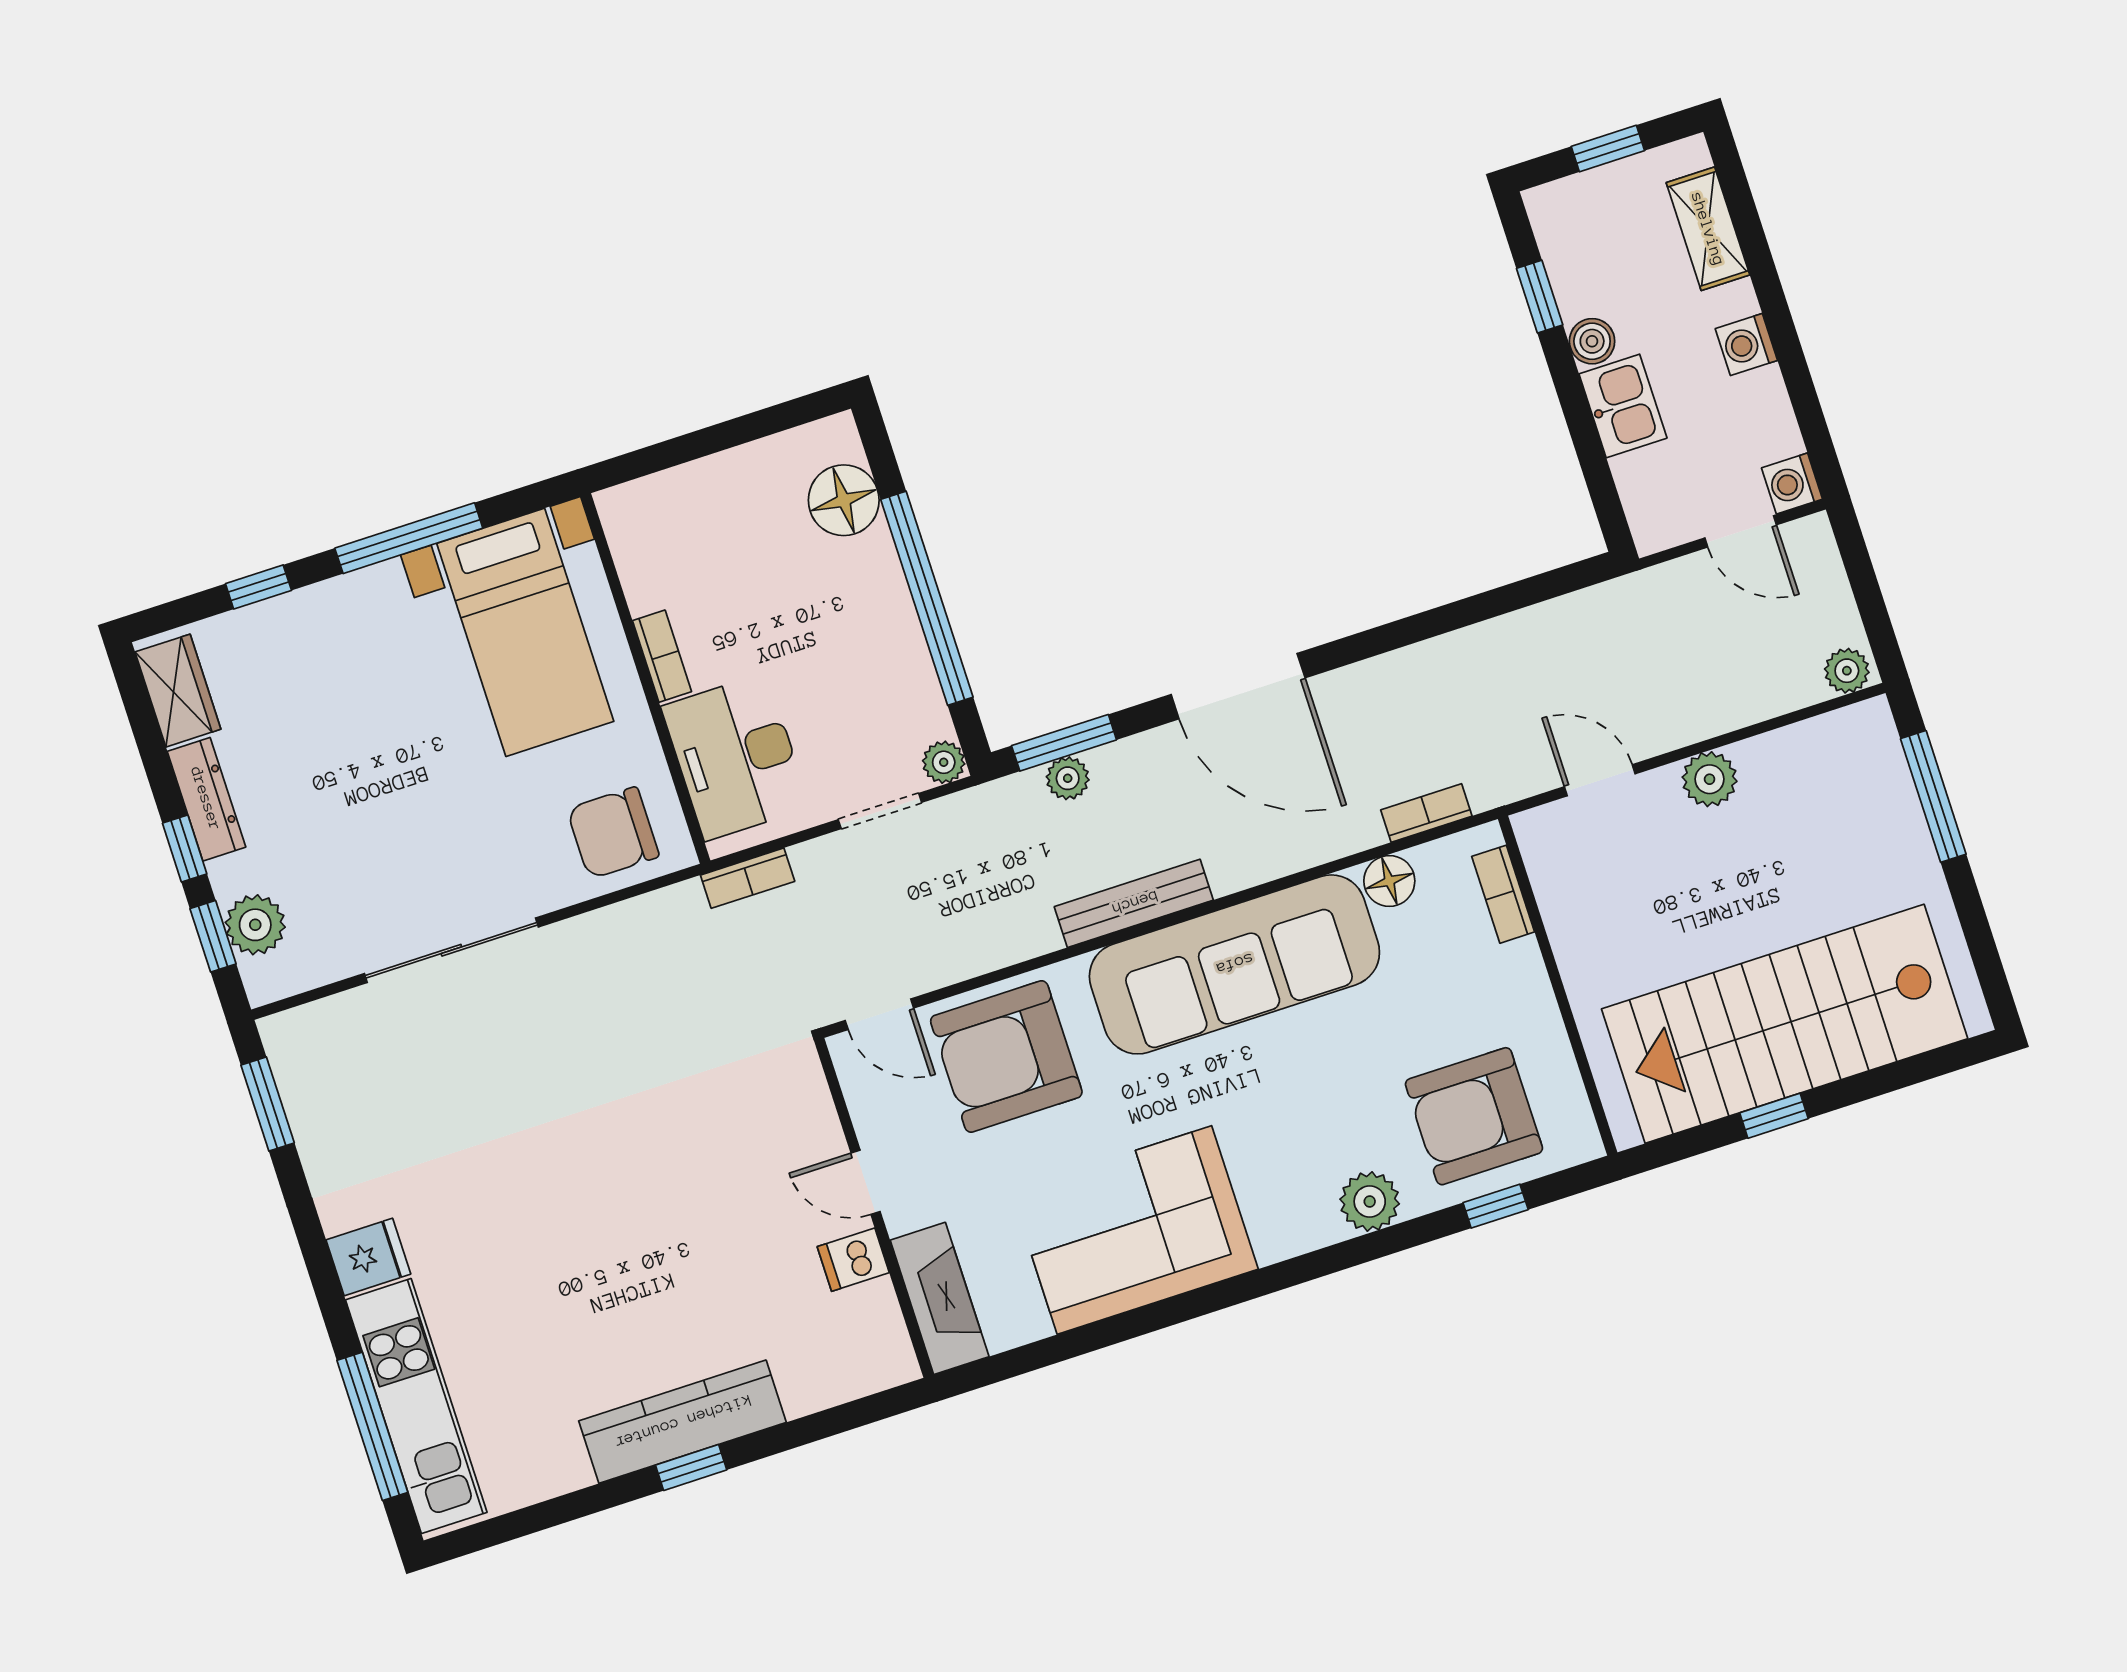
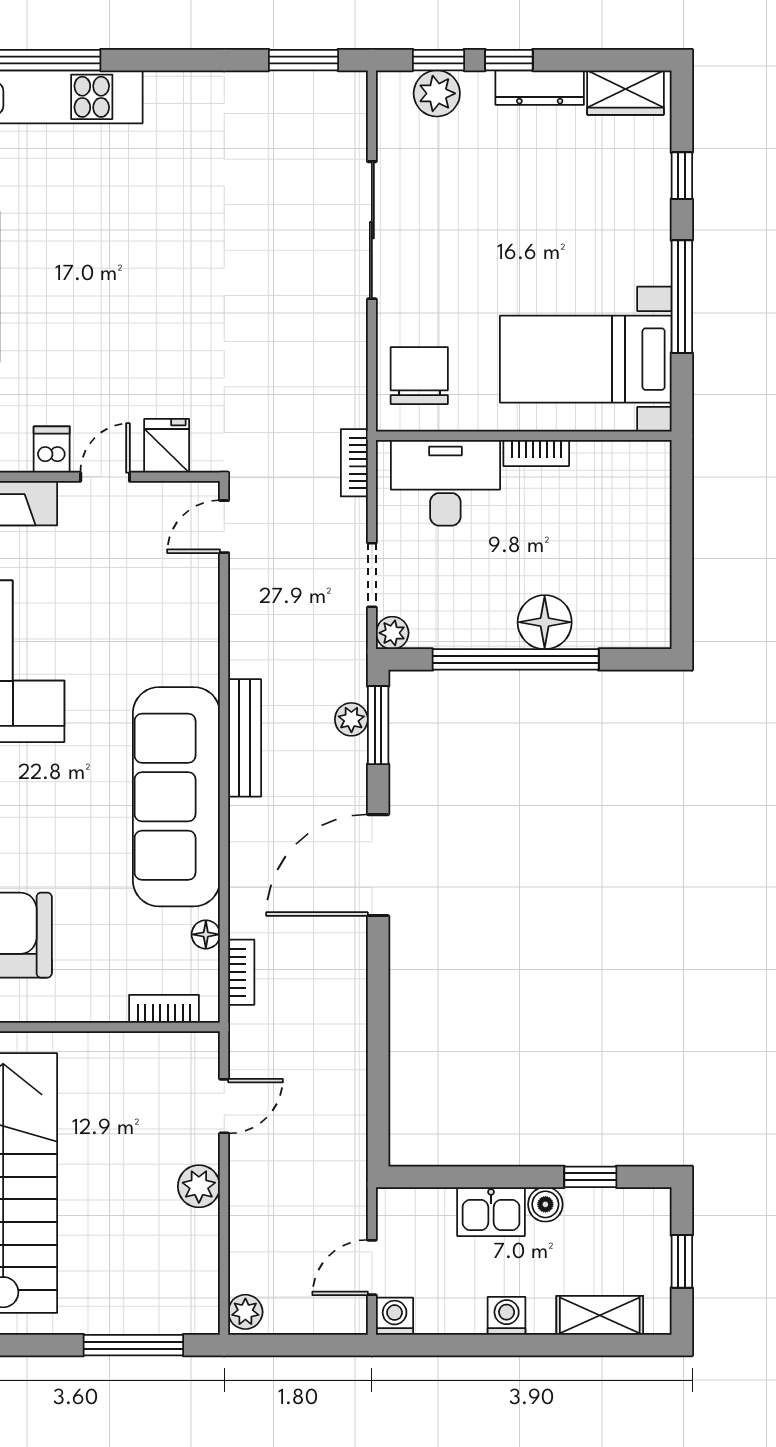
floor lamp: (844, 500) -> (545, 622), moved
floor lamp: (1389, 881) -> (206, 934), width x0.73, depth x0.73
armchair: (1006, 1057) -> (163, 609), removed
fridge: (368, 1257) -> (167, 446), moved, turned 180

